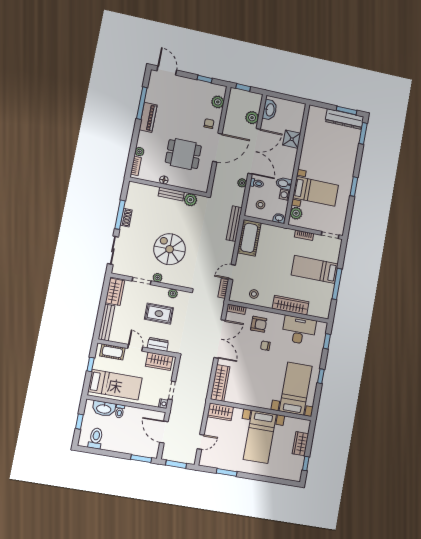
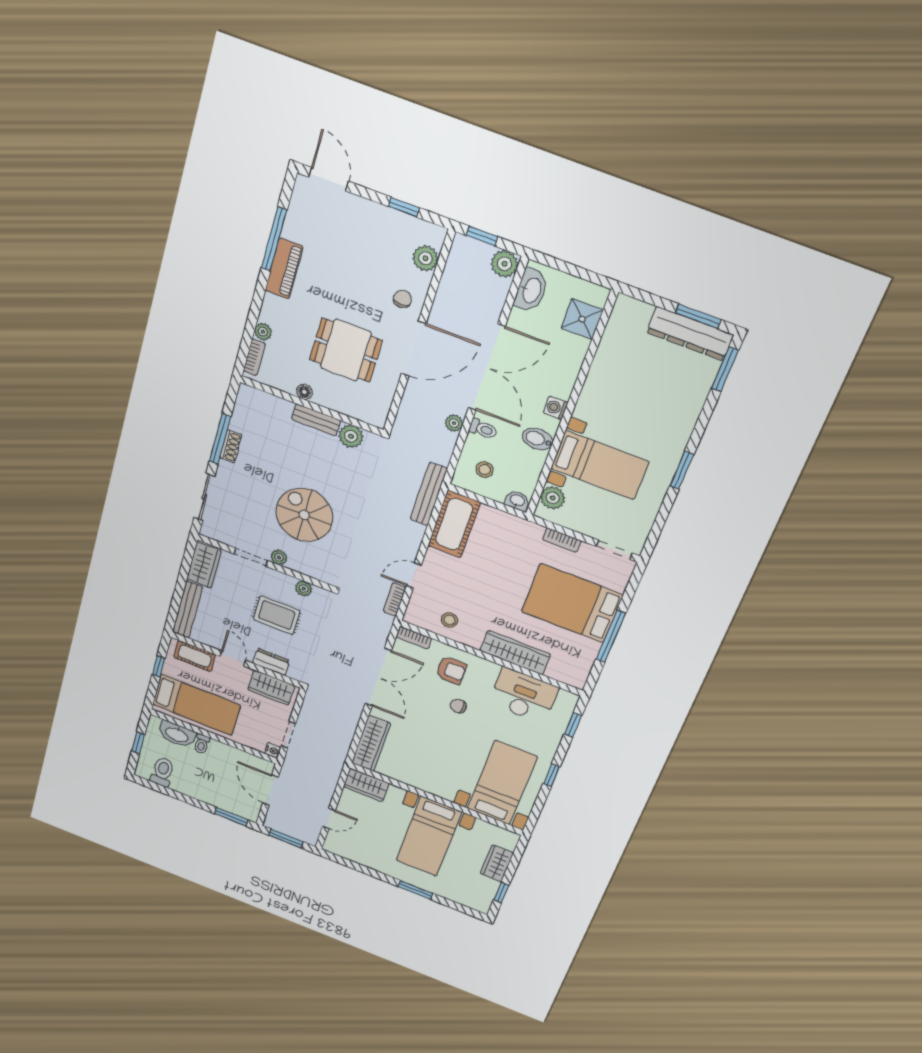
plant: (252, 118) -> (504, 264), moved
shower: (292, 139) -> (582, 319), moved
washing machine: (285, 195) -> (556, 408), moved
bed: (315, 269) -> (572, 603), width x1.50
window: (227, 472) -> (415, 890), moved

